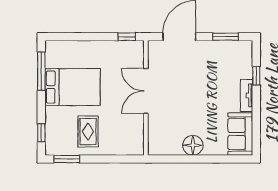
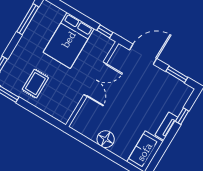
bed: (72, 87) -> (69, 40), moved, turned 90
double door: (146, 91) -> (95, 79), swing flipped

